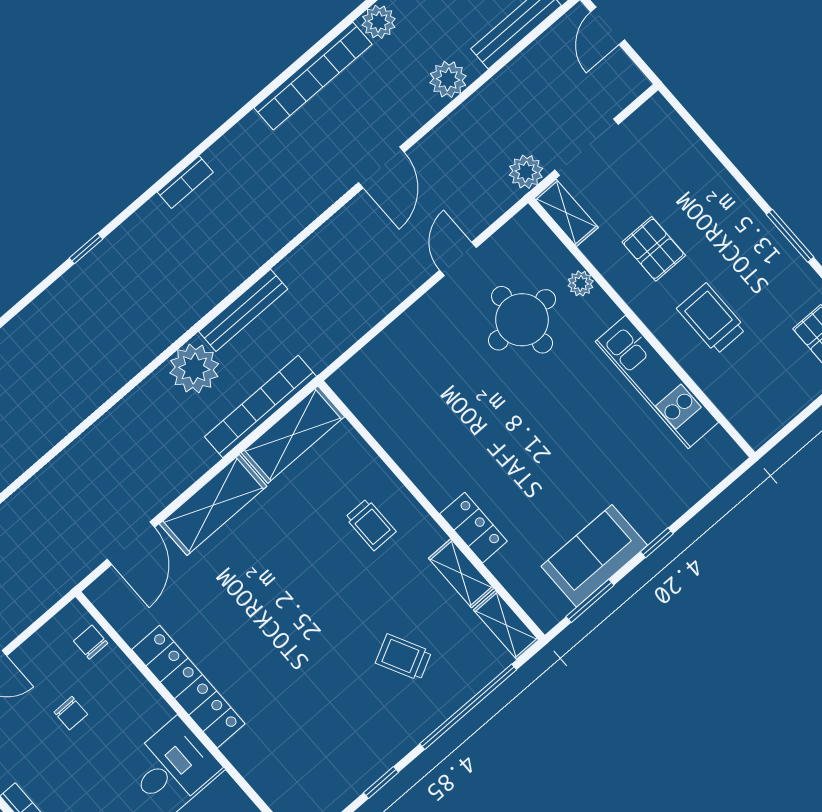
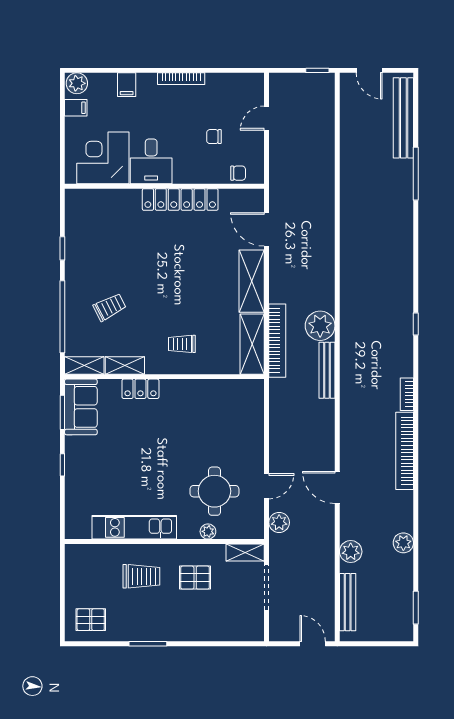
bookcase: (313, 76) -> (405, 451), moved
plant: (526, 172) -> (279, 522), moved
door: (458, 259) -> (267, 486), hinge flipped
sofa: (594, 556) -> (81, 407), moved

